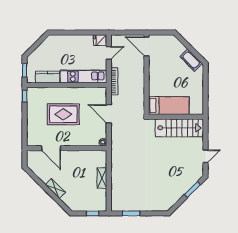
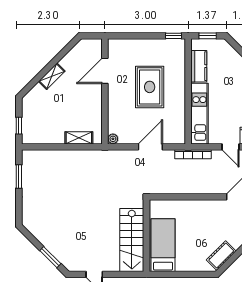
bed: (169, 106) -> (163, 245), moved, turned 180
shelving: (102, 178) -> (79, 138), moved

